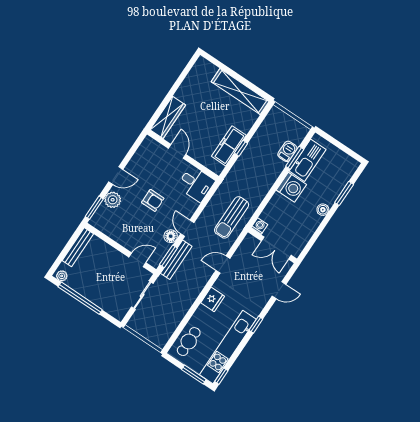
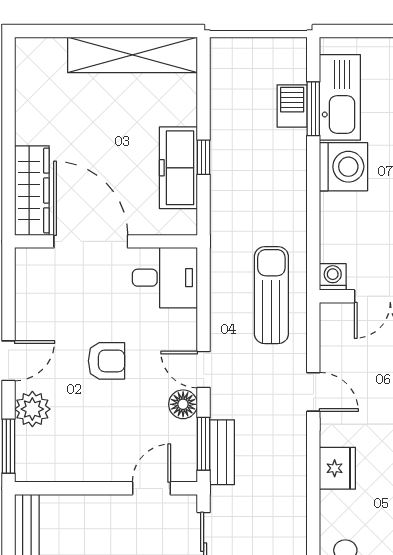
door: (177, 151) -> (91, 241), width x1.87
sun lounger: (232, 217) -> (271, 295), turned 180
bench: (176, 260) -> (222, 452), width x0.73
door: (223, 265) -> (313, 392), swing flipped

